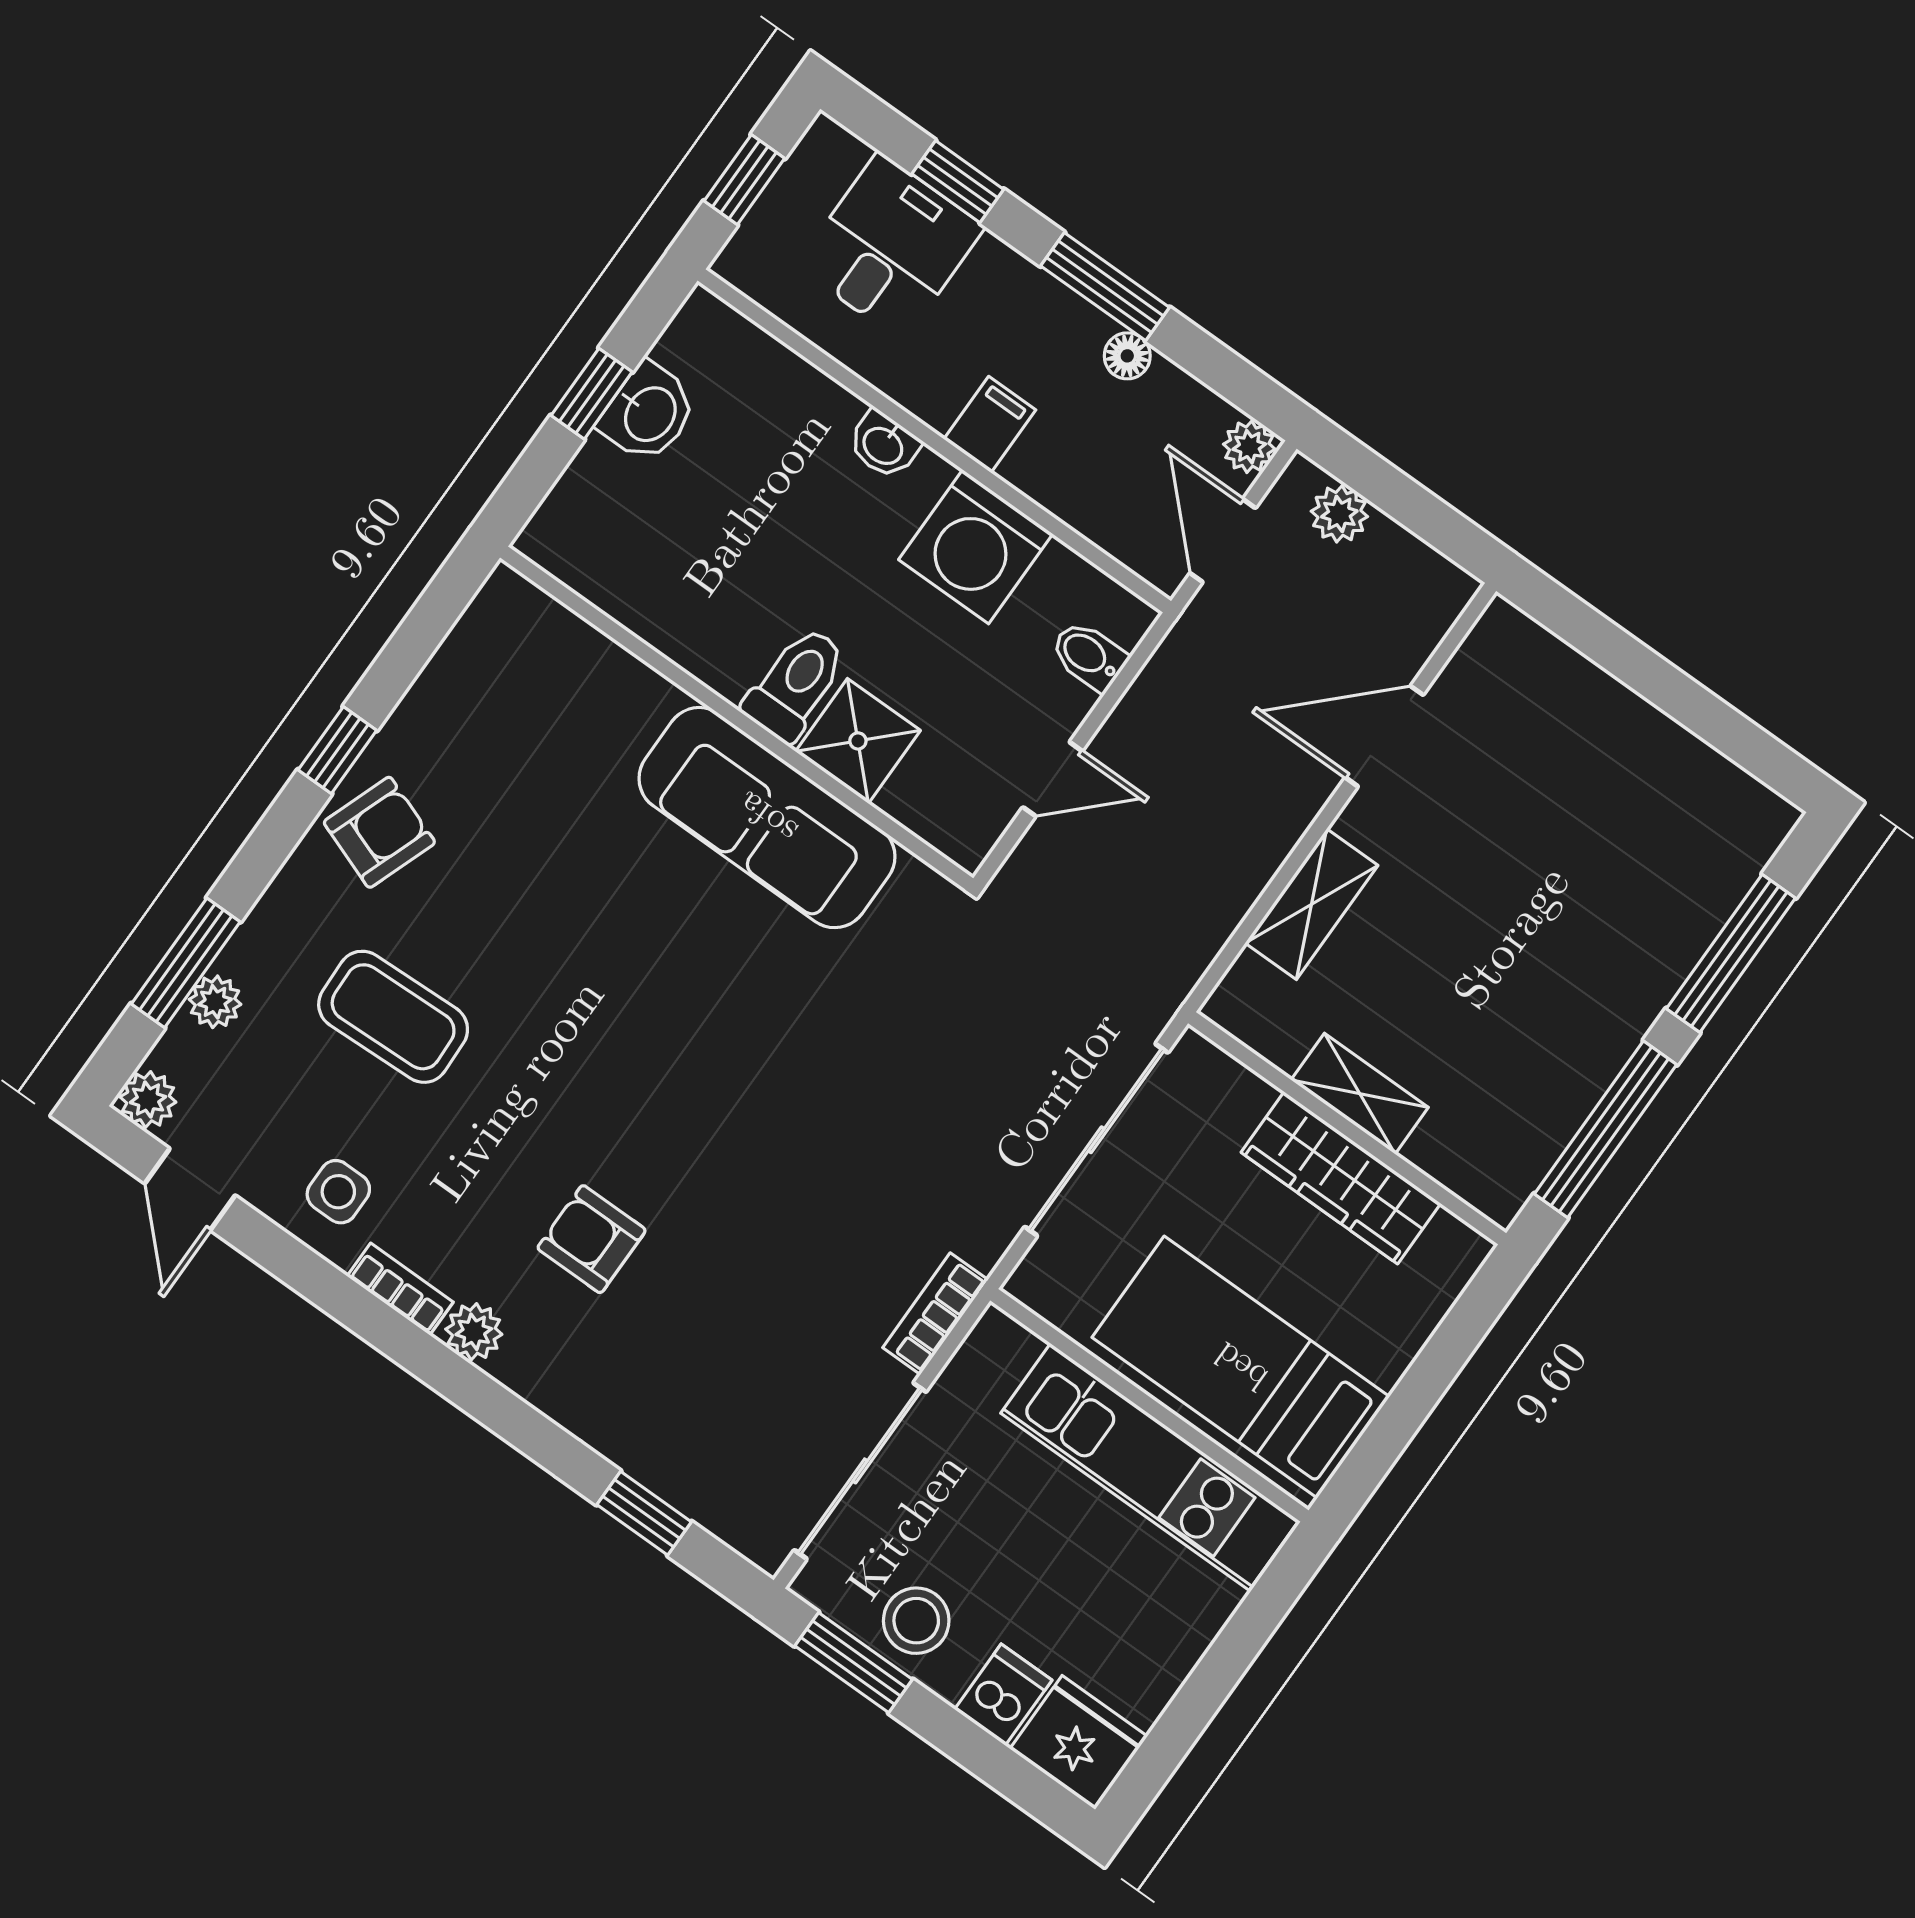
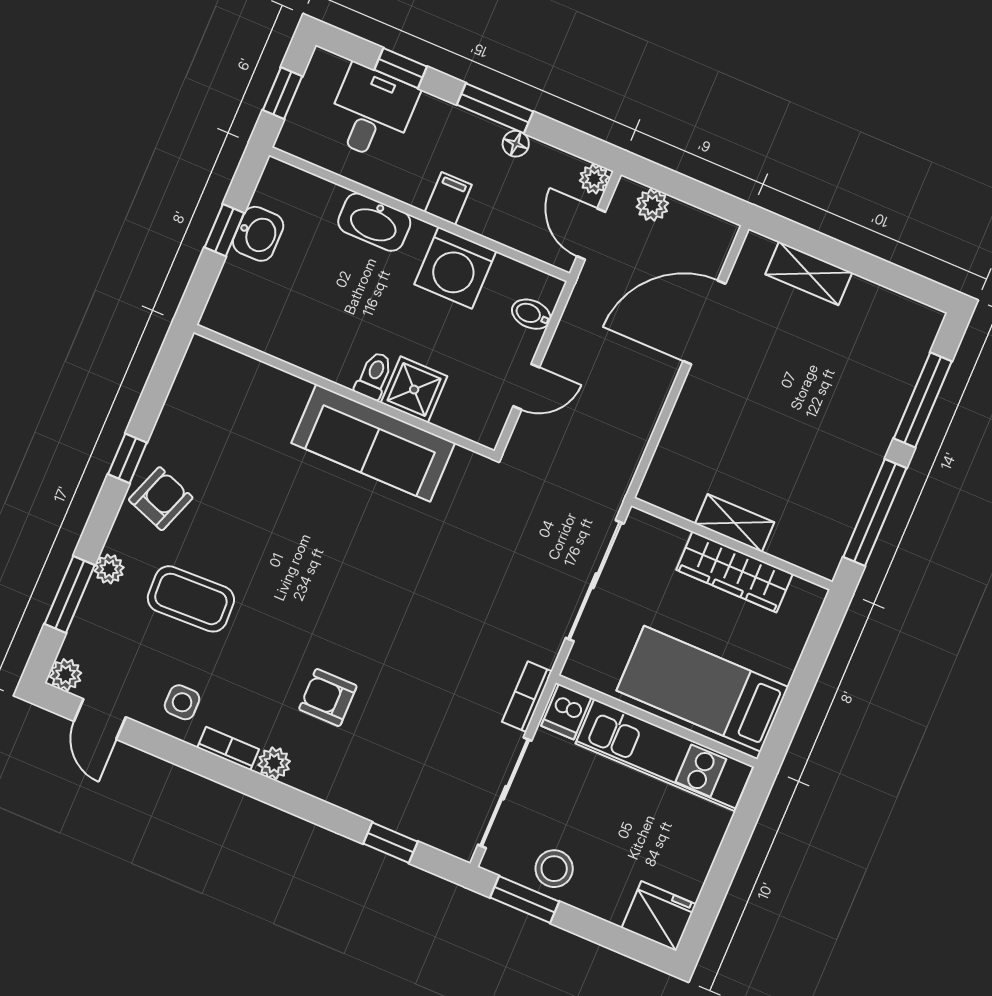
washbasin: (884, 445) -> (374, 222), width x1.91, depth x1.45
toilet: (796, 684) -> (374, 376), width x0.73, depth x0.72
door: (1384, 736) -> (704, 322), width x1.36
shelving: (1312, 904) -> (809, 273), moved, turned 90
plant: (215, 1002) -> (109, 569), moved
dishwasher: (1003, 1695) -> (566, 712), moved, turned 180

